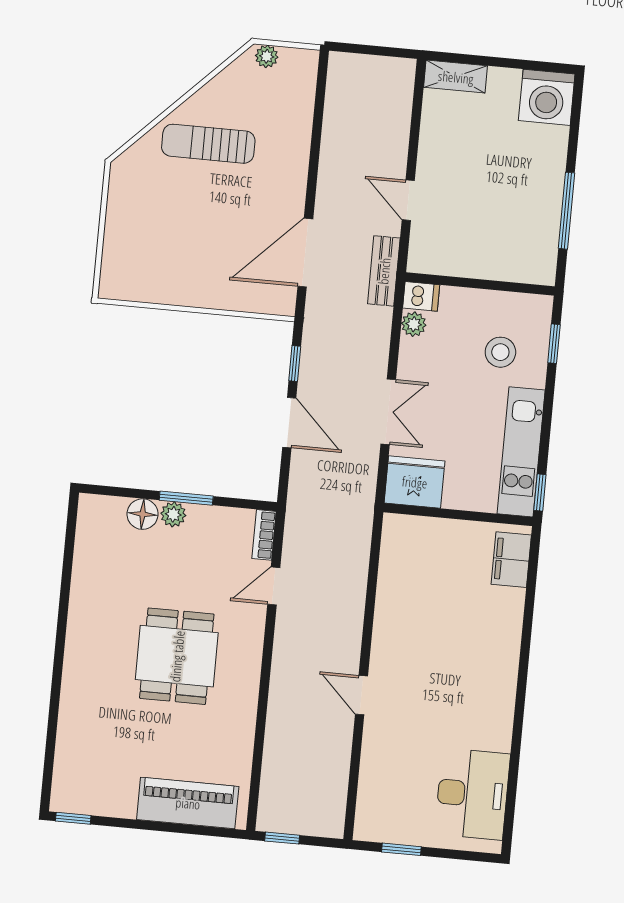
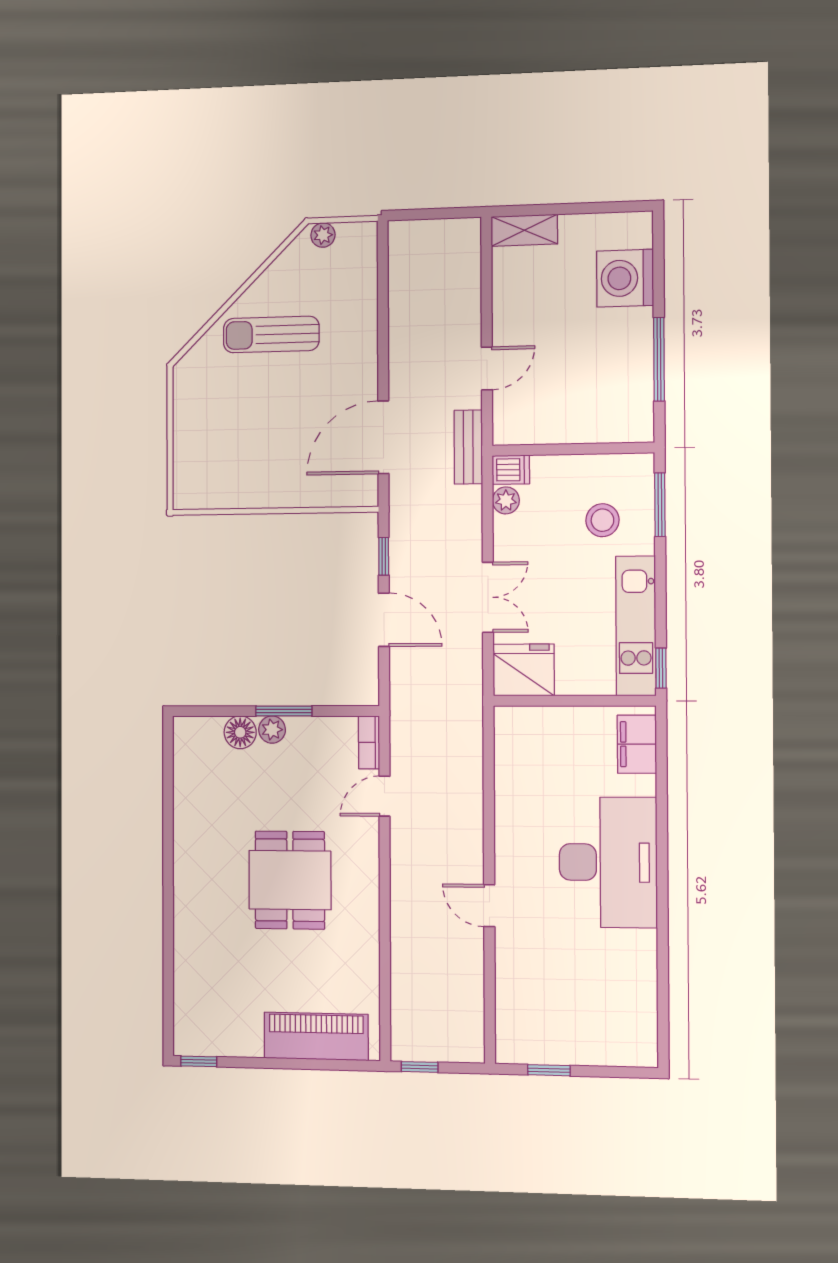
washing machine: (547, 97) -> (625, 278), moved, turned 90
door: (408, 200) -> (487, 368), swing flipped
window: (554, 344) -> (660, 505), width x1.50
desk: (472, 794) -> (608, 862), moved, width x1.36, depth x1.30

